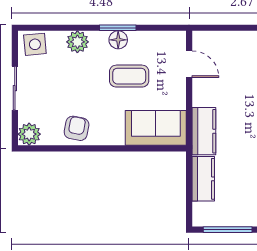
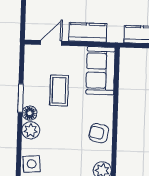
floor lamp: (118, 40) -> (30, 113), moved
kitchen counter: (204, 131) -> (88, 32), moved

